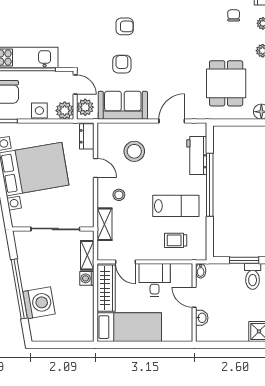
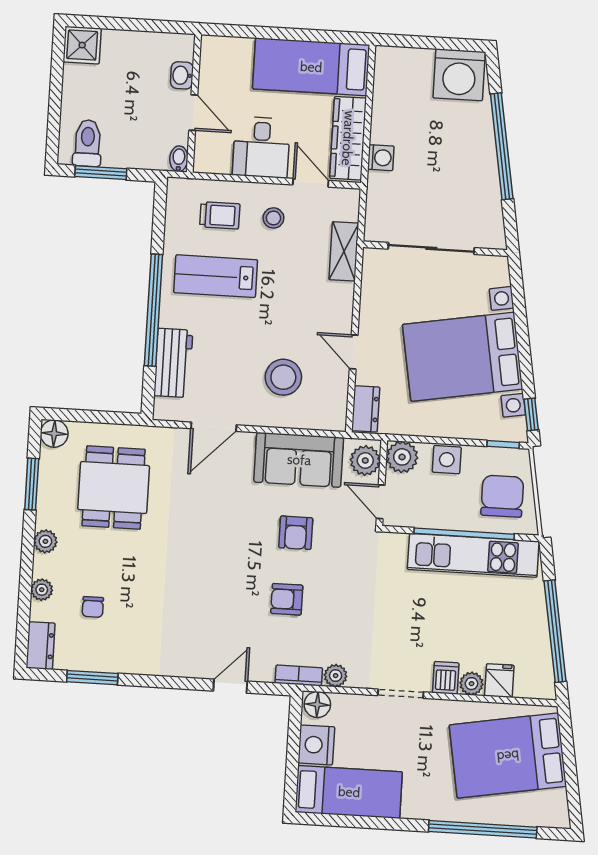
stool: (119, 195) -> (273, 218), moved
shelving: (87, 255) -> (378, 198), removed
washing machine: (39, 303) -> (459, 75), moved, turned -80

